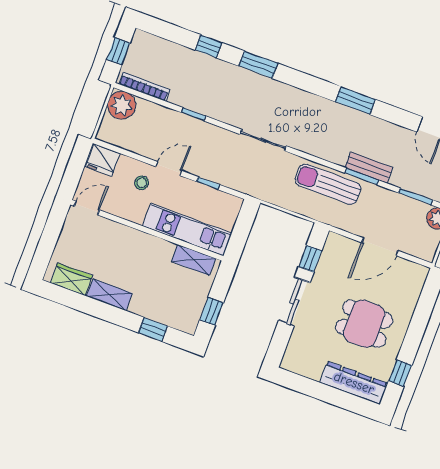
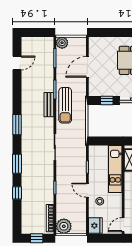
window: (355, 101) -> (17, 125), moved
bench: (369, 167) -> (49, 105), moved
door: (87, 208) -> (123, 225), hinge flipped
door: (380, 247) -> (87, 67), swing flipped

